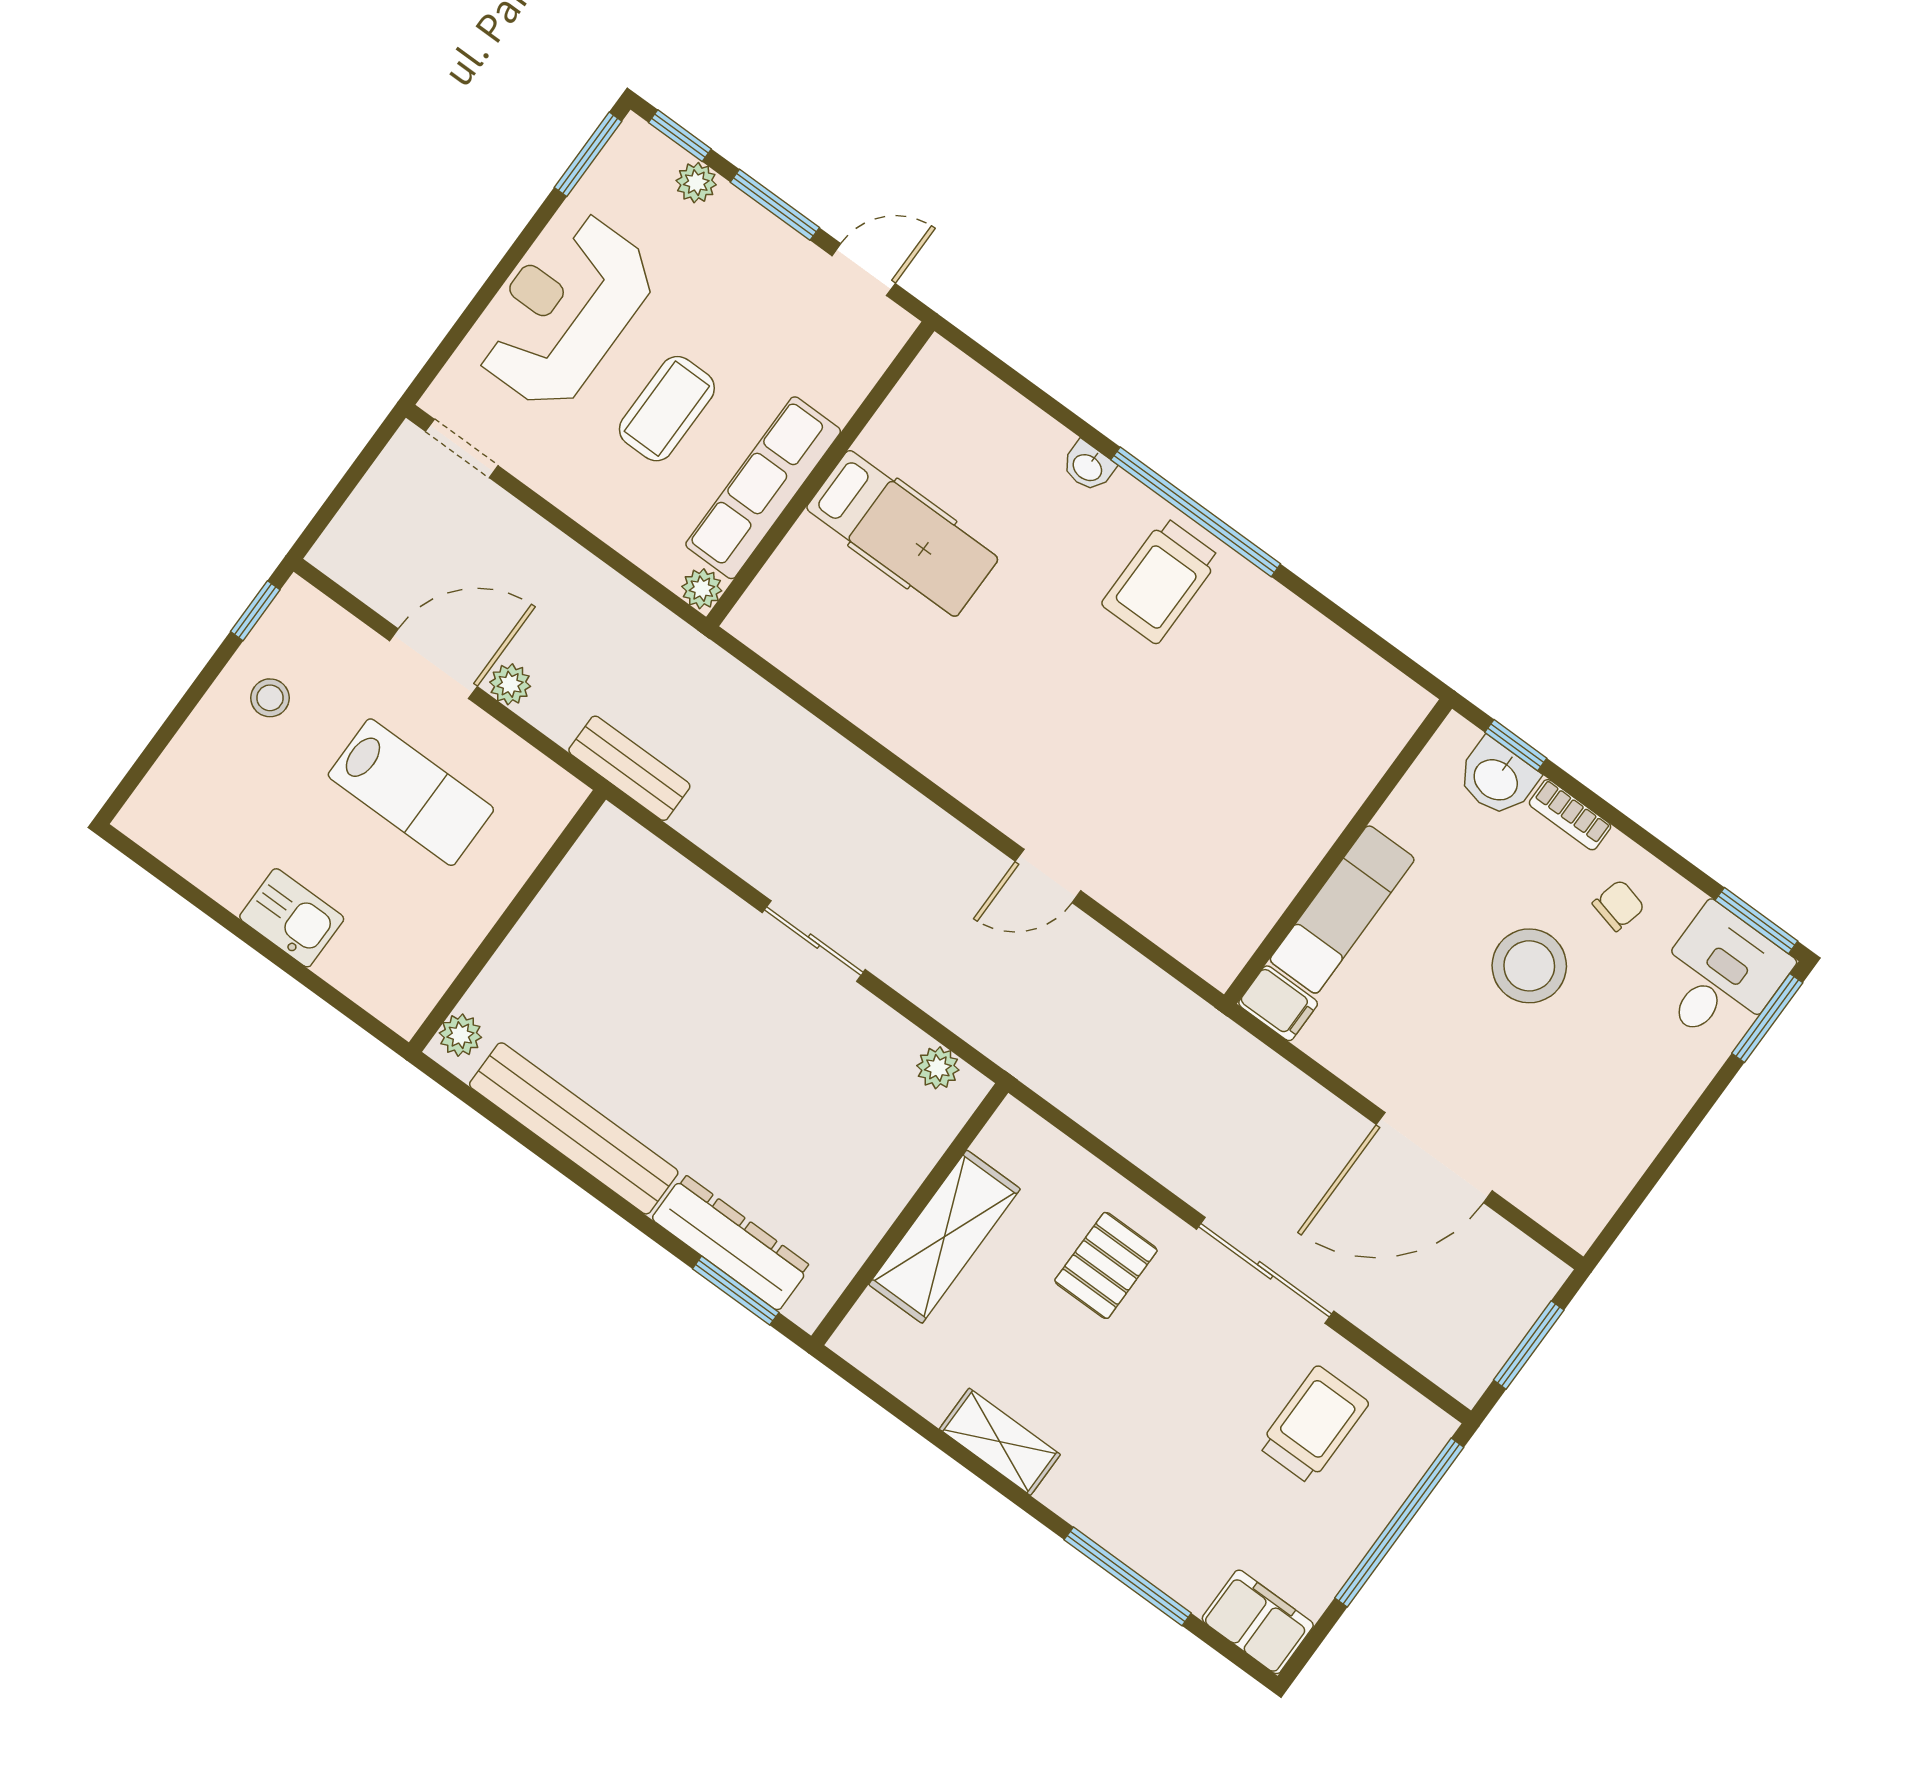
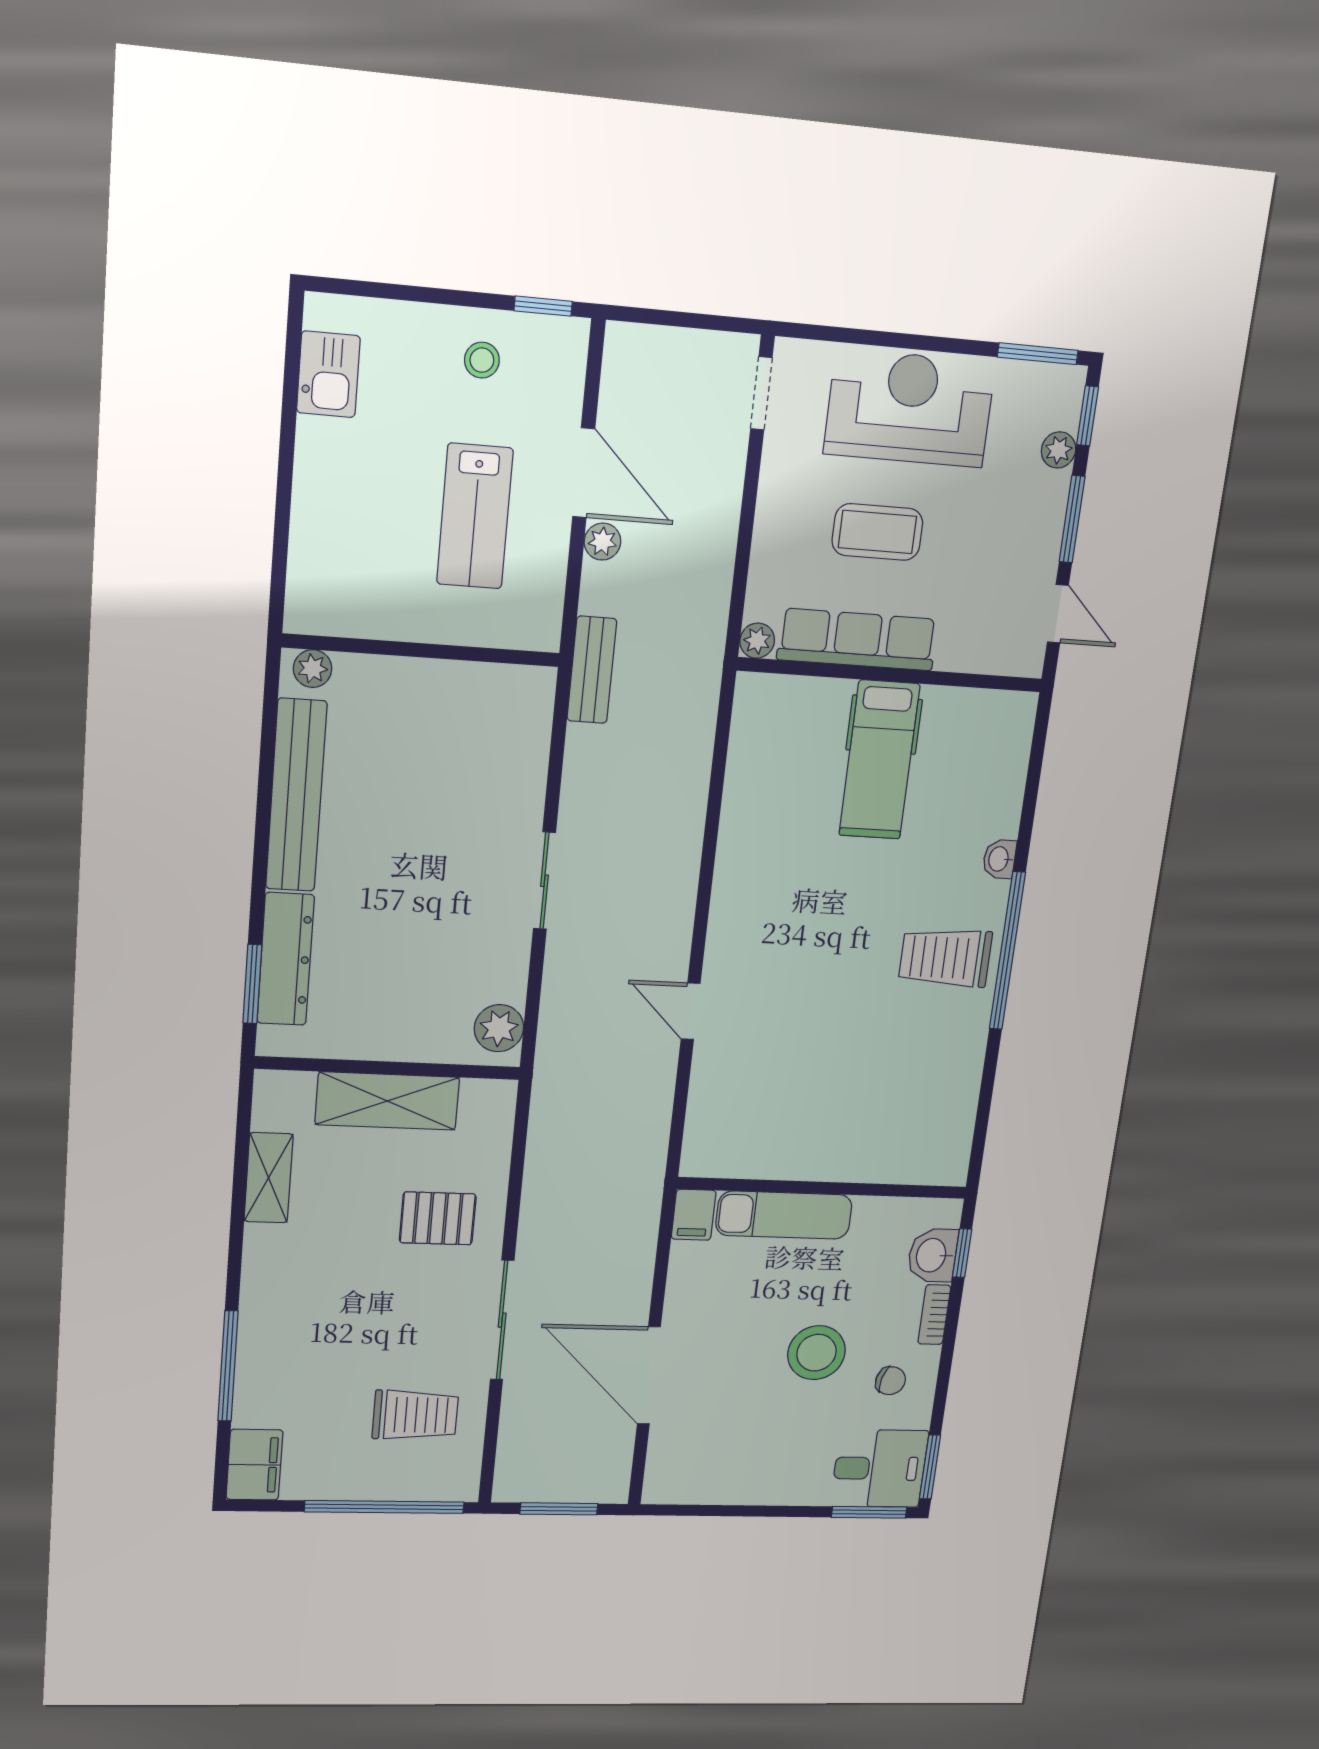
kitchen sink: (292, 918) -> (328, 374), moved
plant: (938, 1068) -> (499, 1028), width x1.38, depth x1.38
shelving: (1000, 1442) -> (269, 1178), moved

